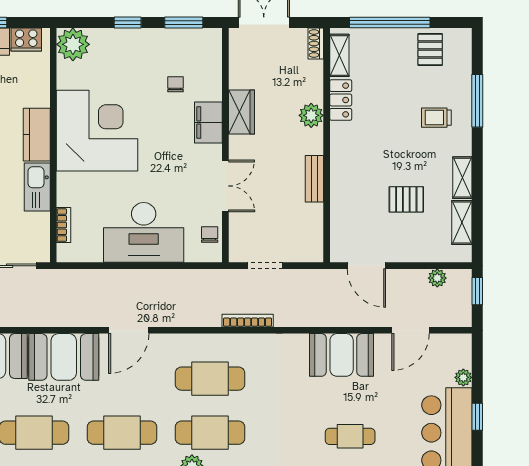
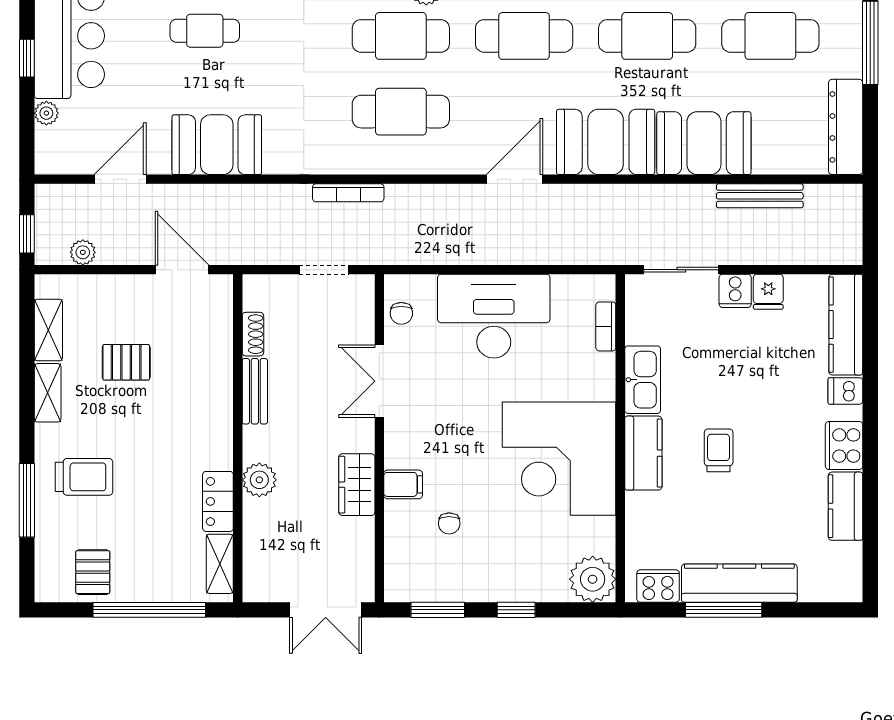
shoe rack: (316, 44) -> (253, 334), moved
trolley: (436, 118) -> (84, 477), width x1.36, depth x1.39
filing cabinet: (208, 122) -> (403, 484), width x0.50

